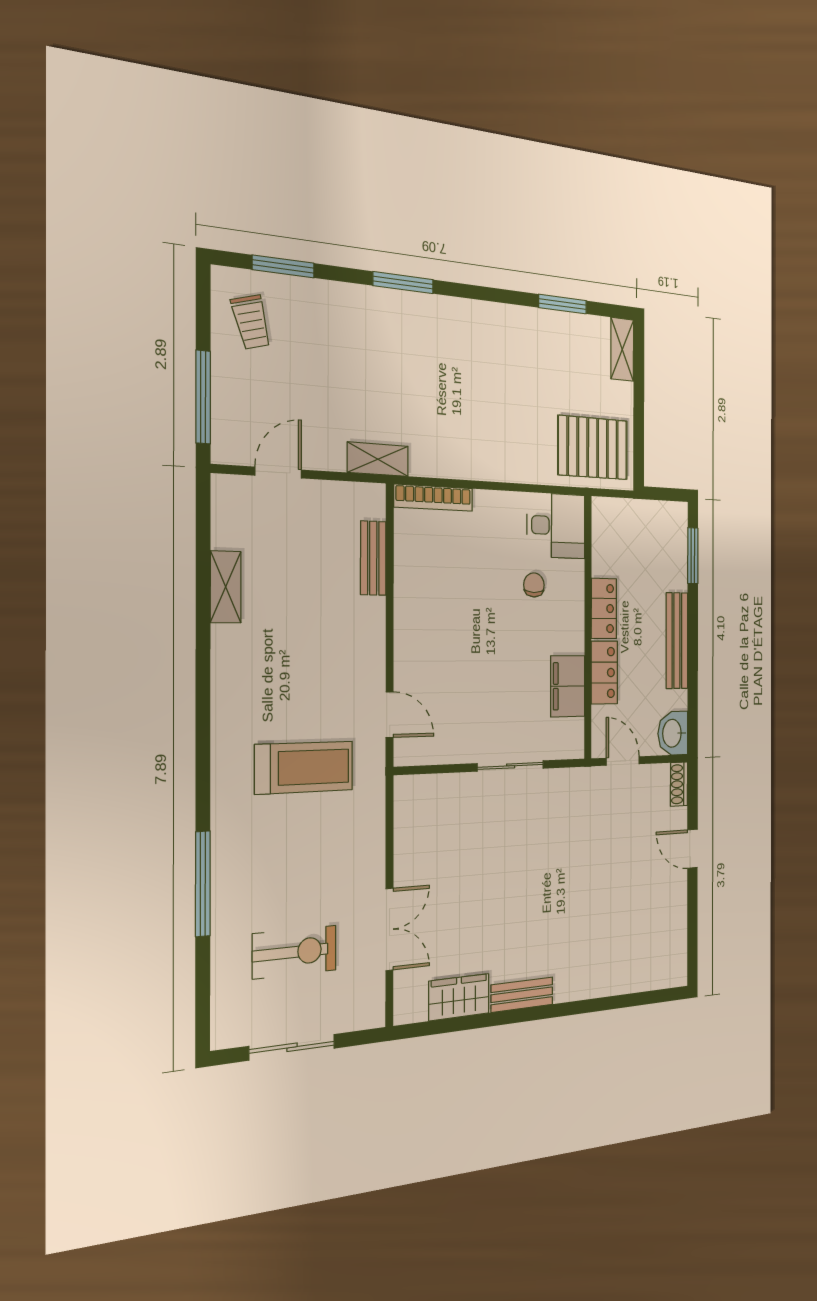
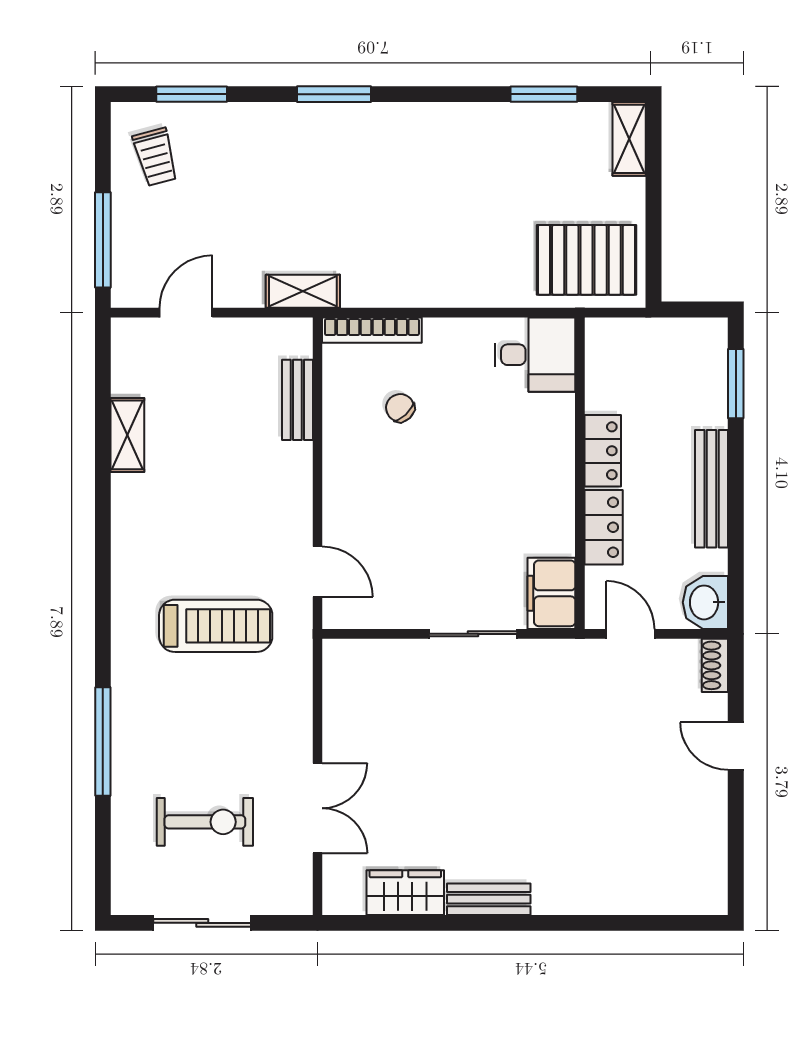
chair: (534, 585) -> (400, 408), moved, turned -43
filing cabinet: (568, 686) -> (551, 593), moved

